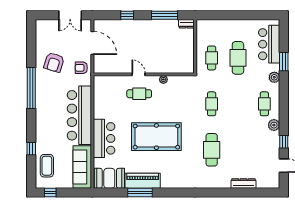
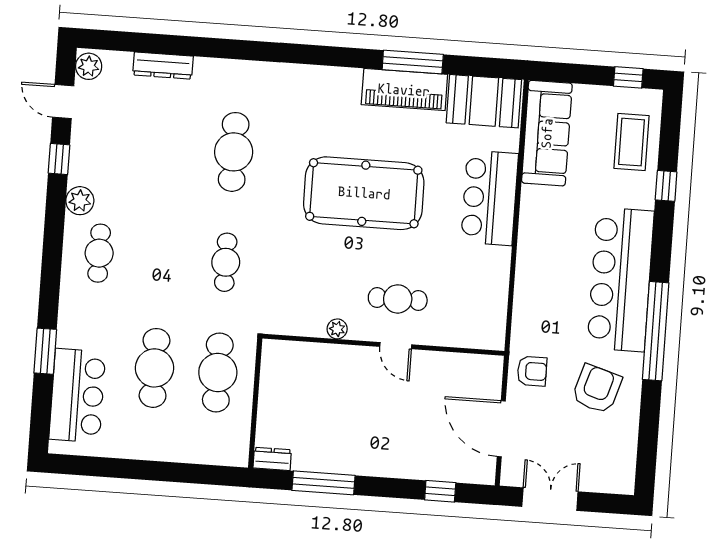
window: (127, 15) -> (440, 491), moved
cafe table: (212, 58) -> (218, 372), width x1.37, depth x1.35
plant: (274, 77) -> (89, 66), moved
bar counter: (79, 115) -> (621, 280), moved, turned 180

